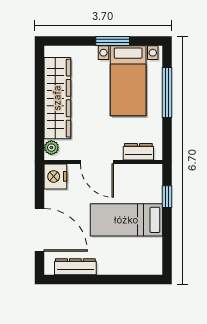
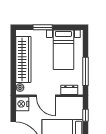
window: (113, 41) -> (43, 27), moved
window: (167, 93) -> (85, 71), moved

